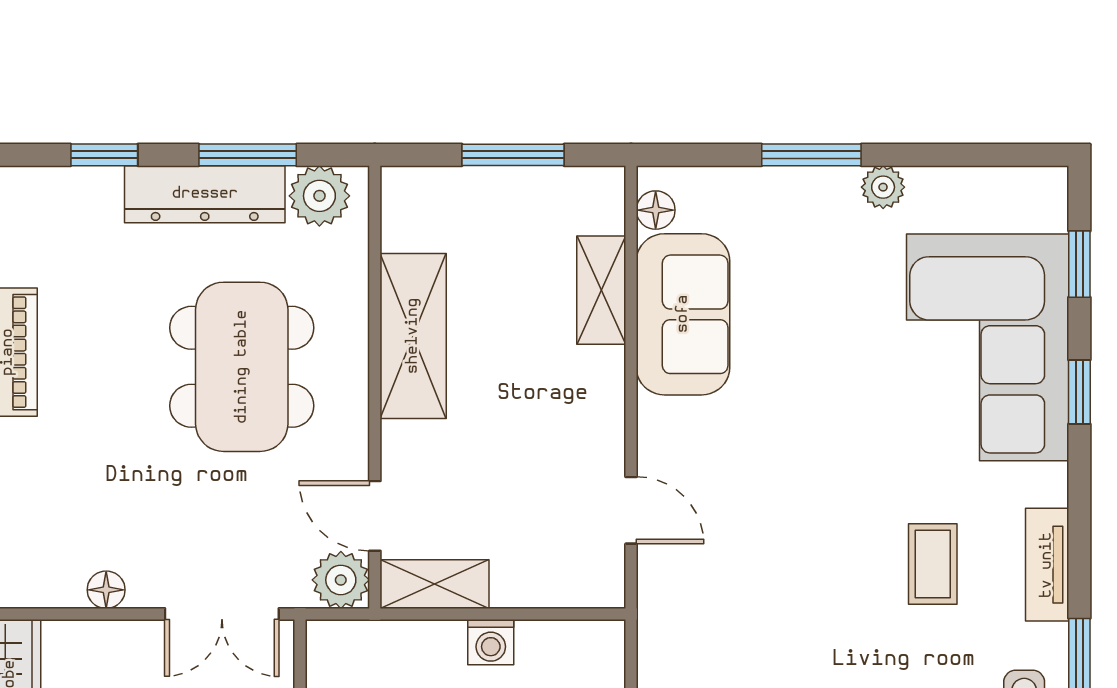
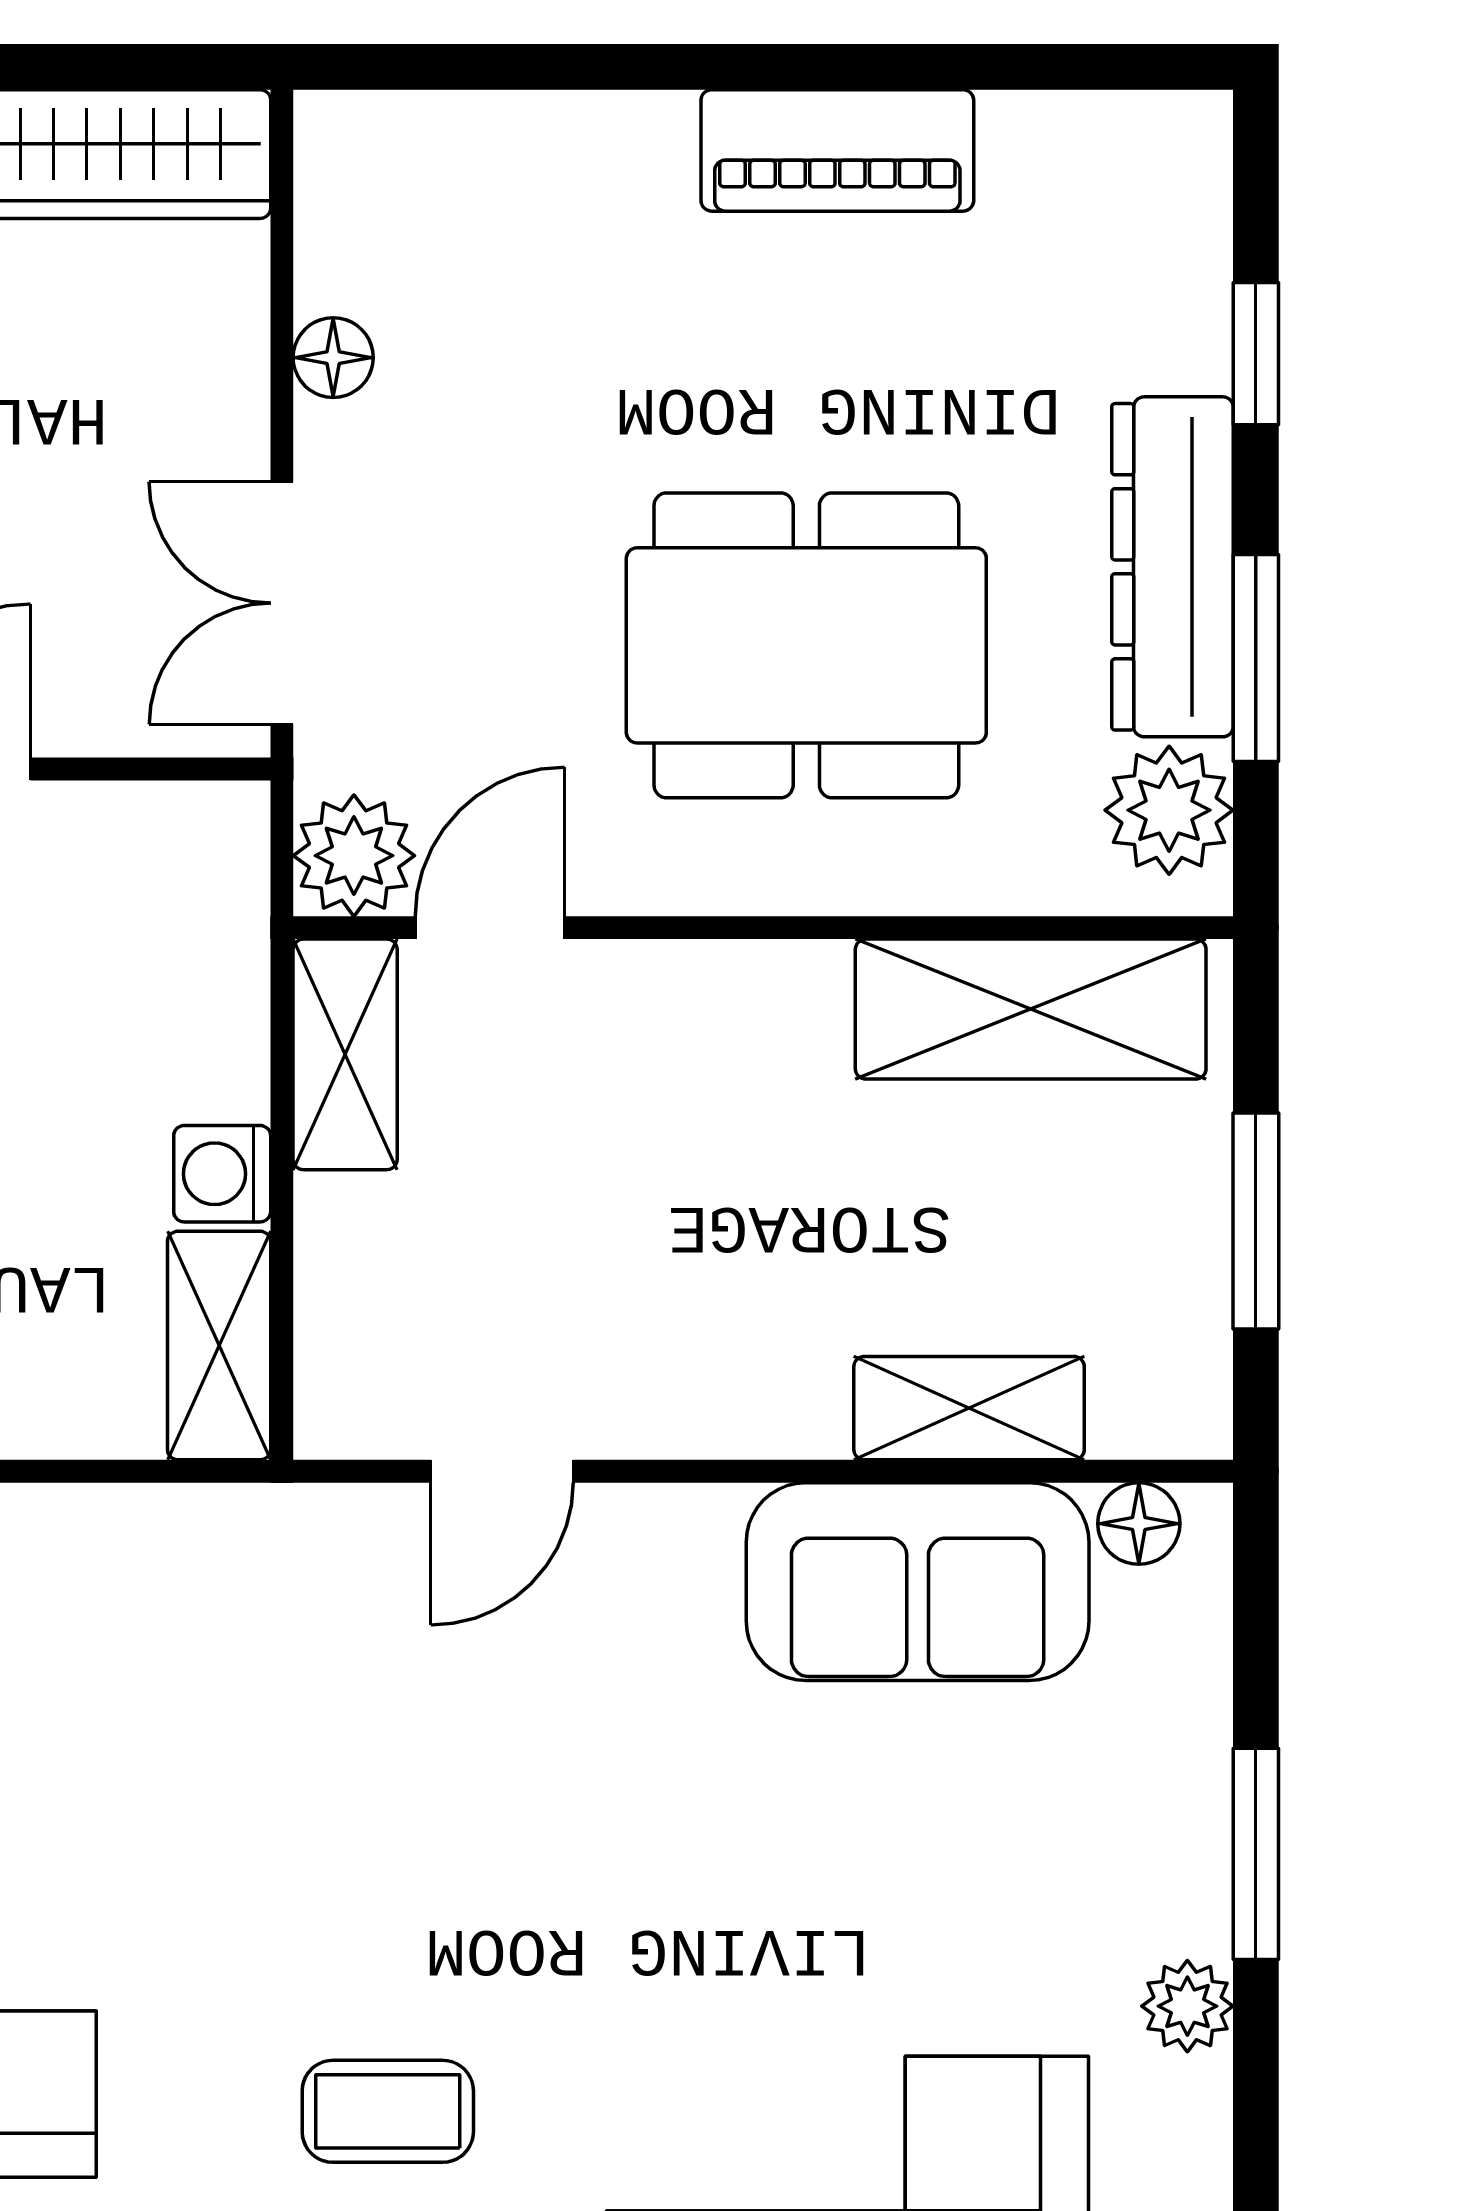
shelving: (413, 336) -> (1031, 1009), moved
shelving: (572, 644) -> (219, 1346), added

